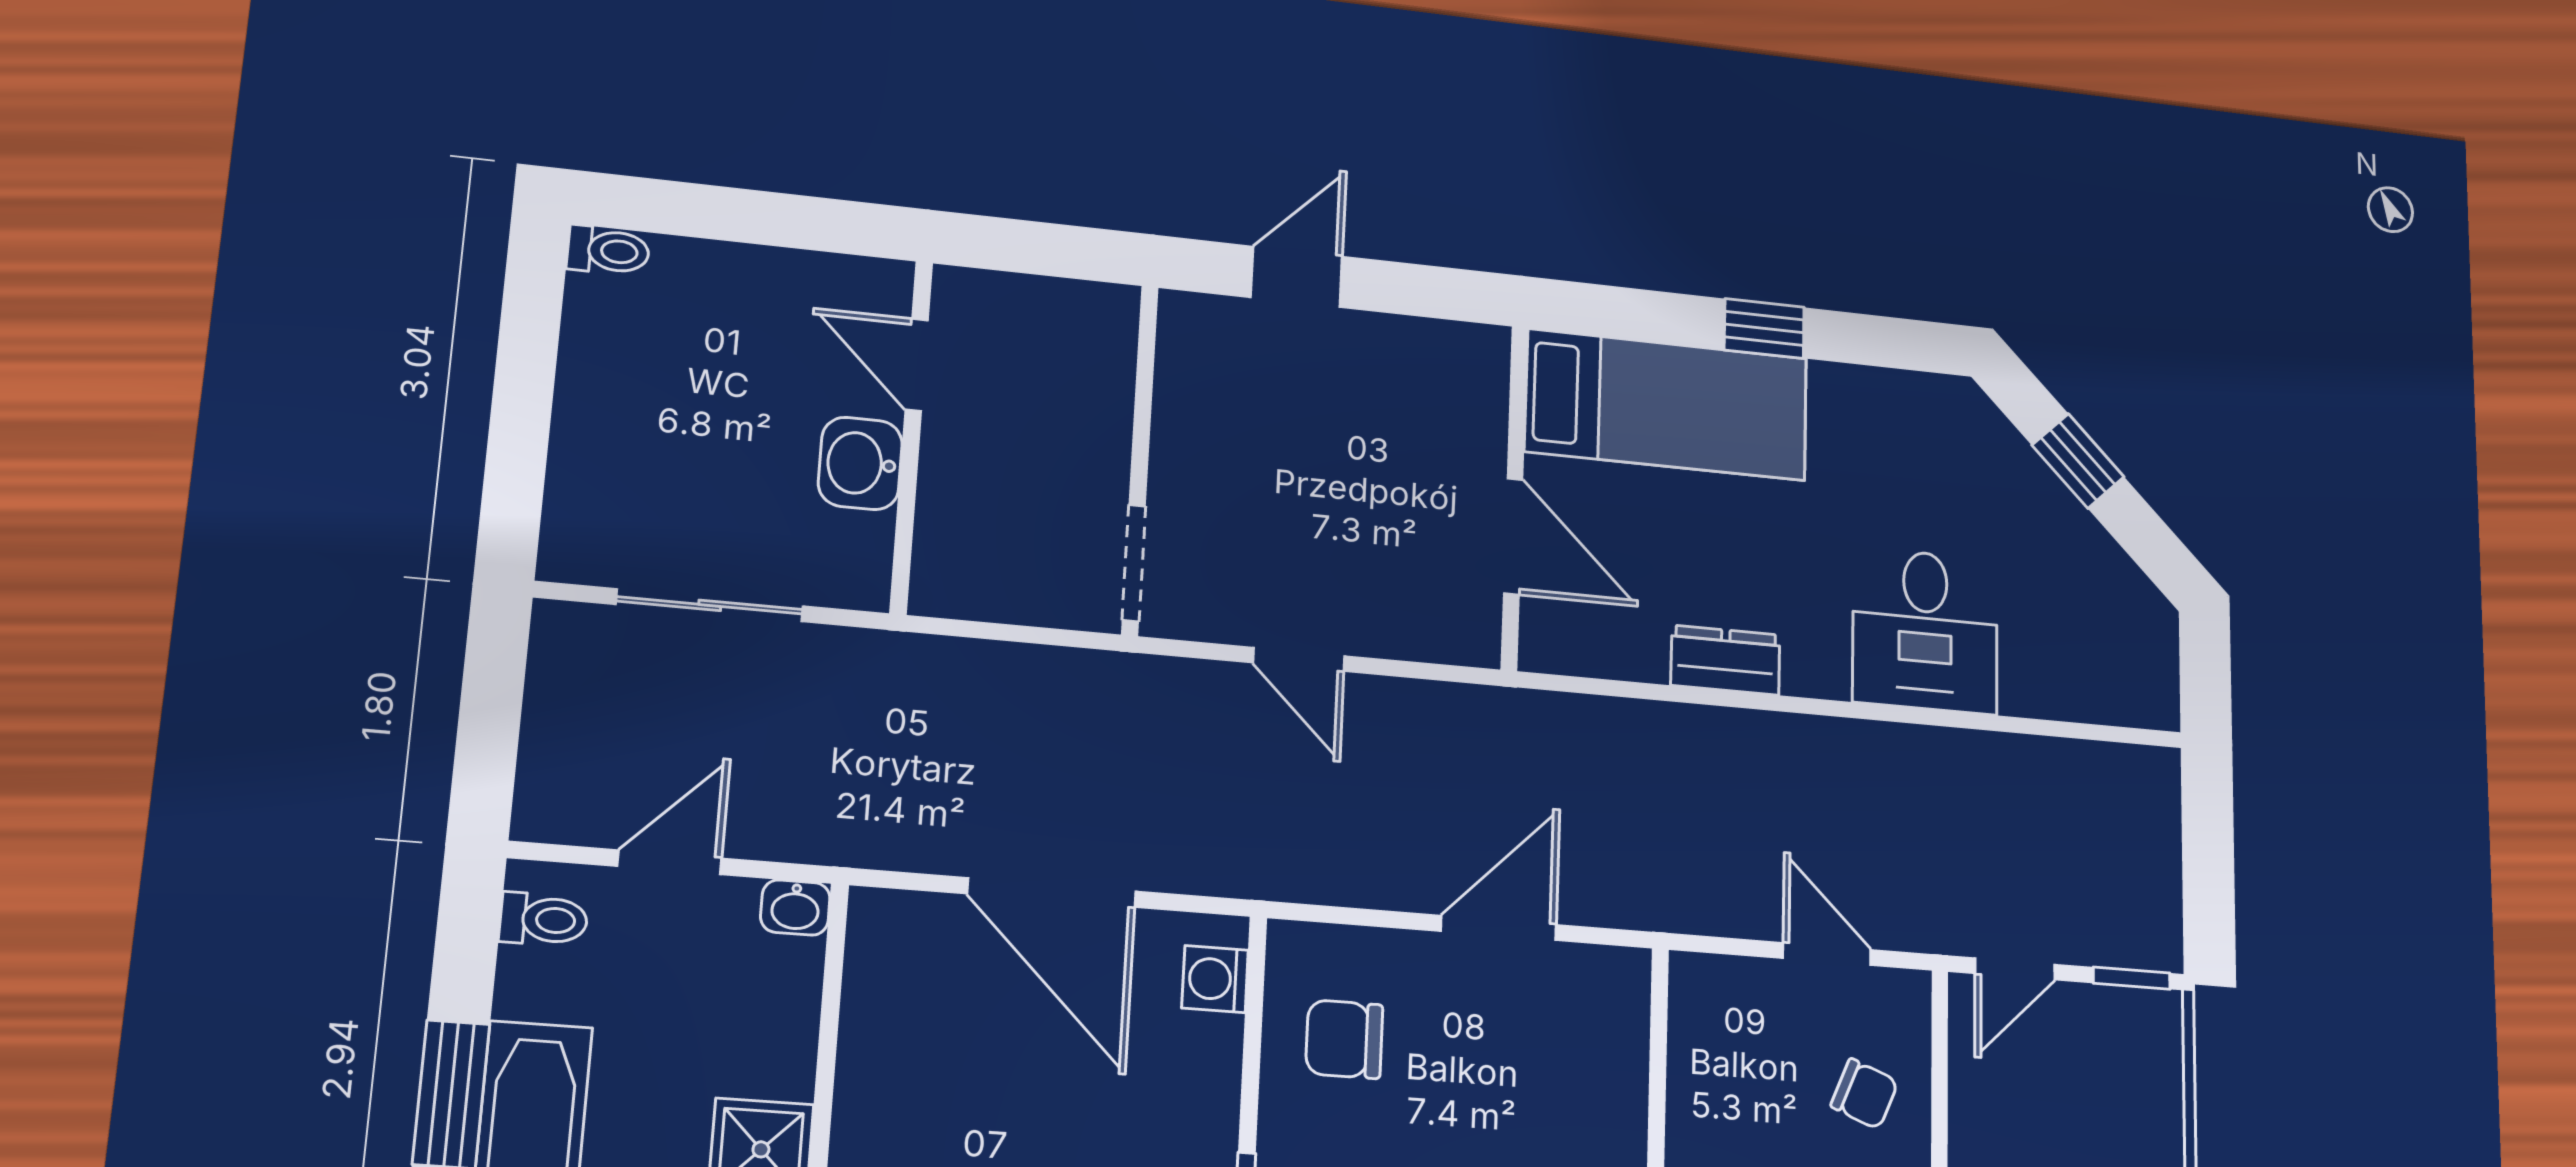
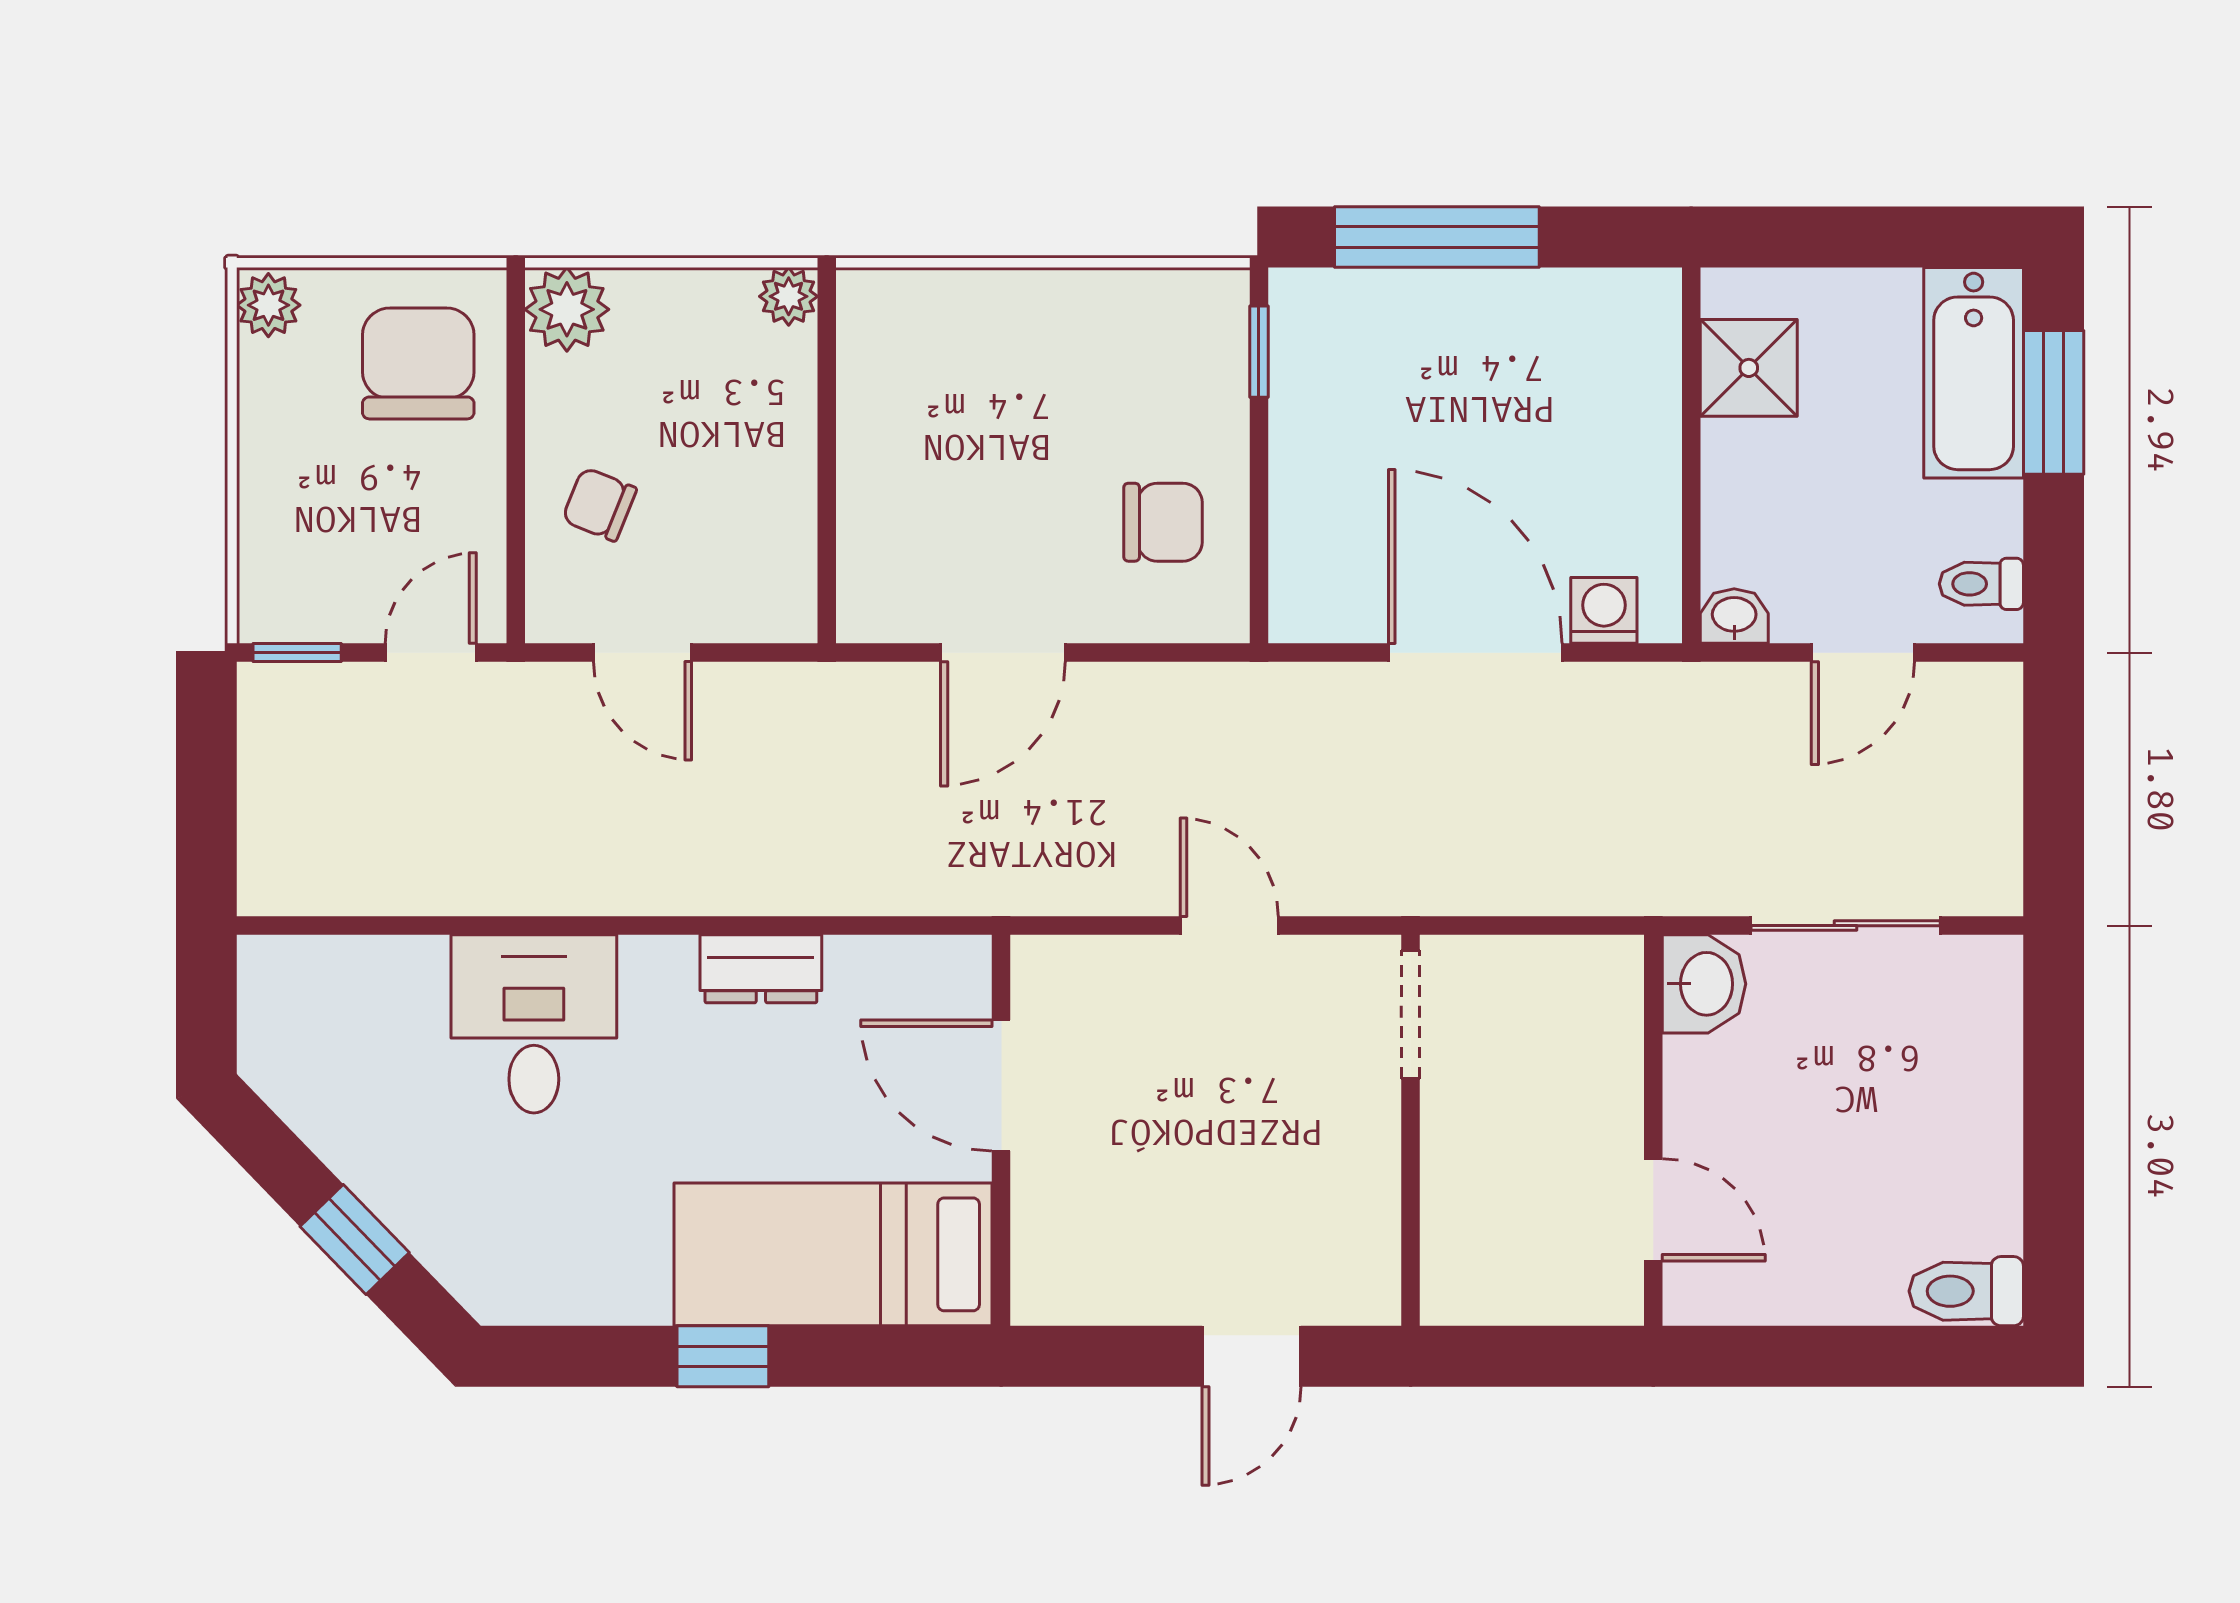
toilet: (608, 251) -> (1966, 1291), width x1.37, depth x1.39
washbasin: (860, 463) -> (1704, 984), moved
washing machine: (1215, 979) -> (1604, 610), moved, turned -90

